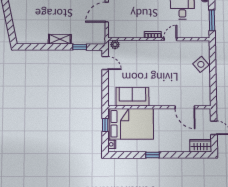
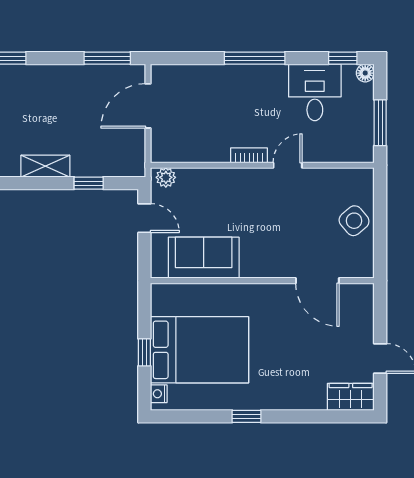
sofa: (132, 97) -> (204, 258), moved
wall: (159, 107) -> (262, 281), moved
door: (185, 107) -> (317, 281), moved

